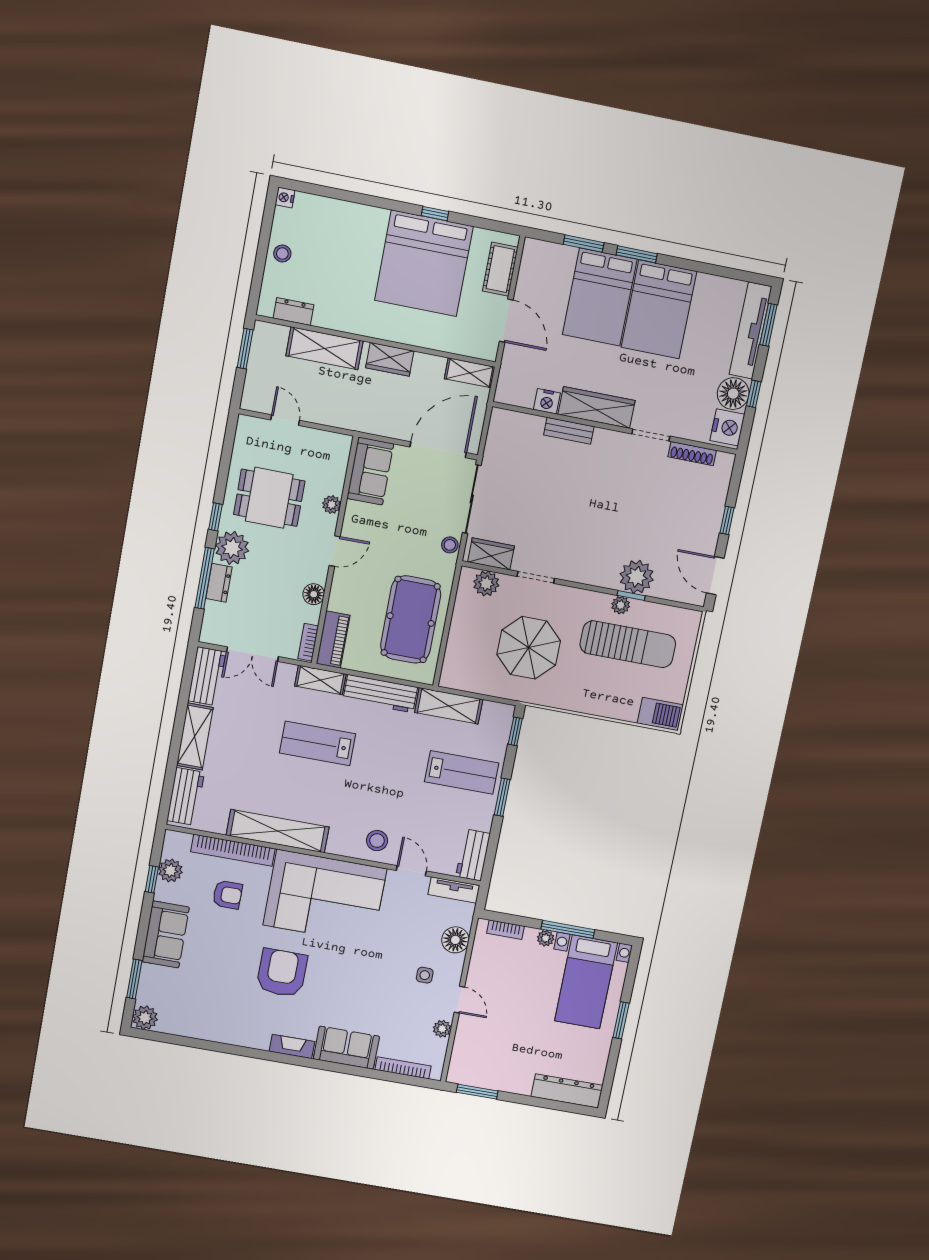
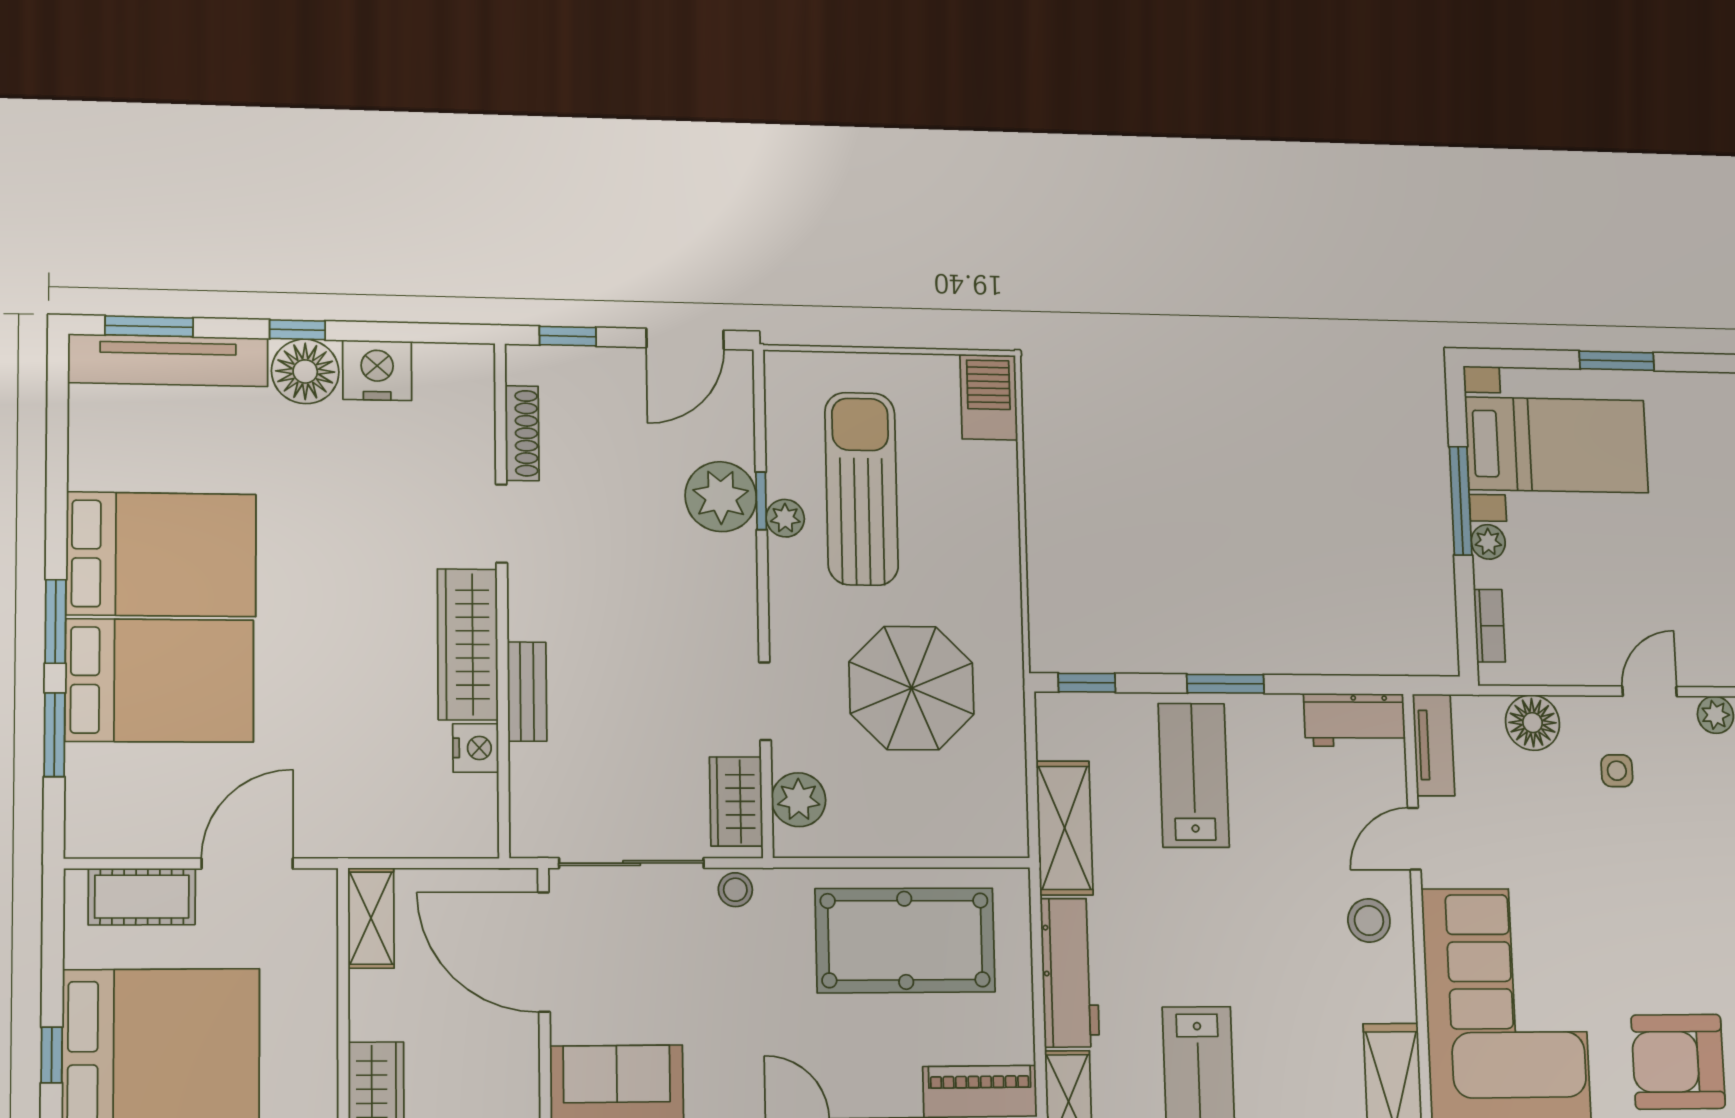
nightstand: (547, 401) -> (476, 748), moved
wardrobe: (597, 407) -> (468, 644), moved
wall: (615, 428) -> (502, 598), moved
bench: (569, 431) -> (527, 692), moved
doorway: (651, 435) -> (501, 524), moved
shoe rack: (692, 454) -> (522, 433), moved

